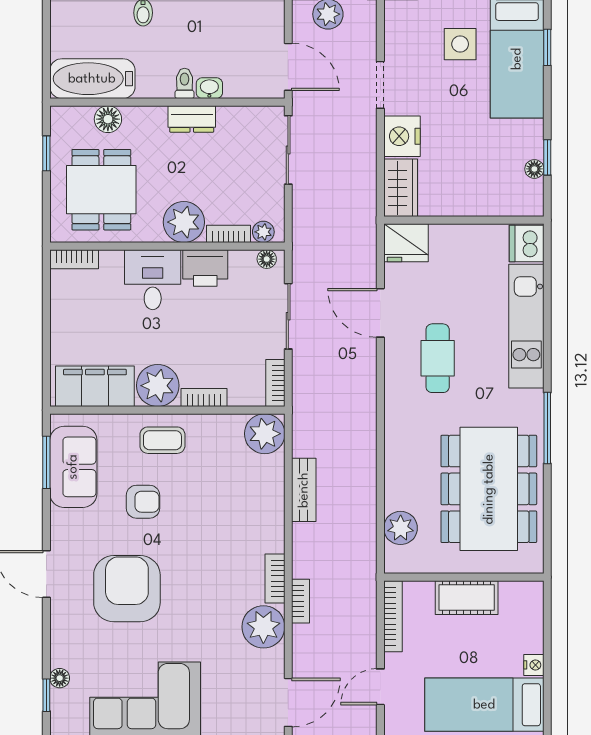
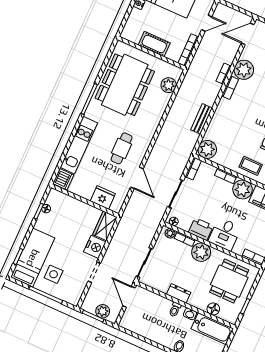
washbasin: (209, 88) -> (190, 314), moved
fridge: (406, 243) -> (103, 197), moved

